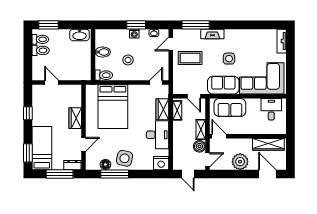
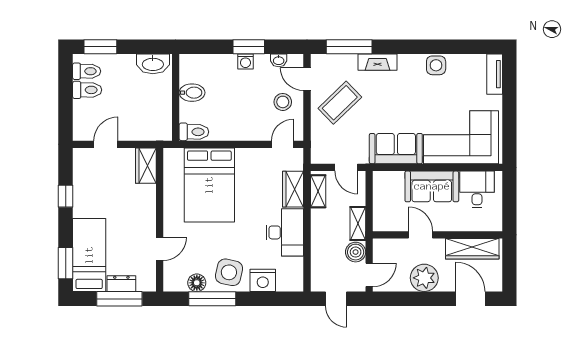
door: (171, 44) -> (307, 79), hinge flipped
coffee table: (190, 58) -> (340, 103), turned -44
side table: (229, 59) -> (436, 65), moved
stool: (128, 60) -> (283, 102), moved
door: (52, 83) -> (106, 144), hinge flipped
sofa: (230, 108) -> (432, 186), moved
wardrobe: (75, 118) -> (146, 166), moved
door: (219, 136) -> (421, 235), moved
nightstand: (161, 163) -> (263, 280), moved
dresser: (72, 165) -> (121, 284), moved

